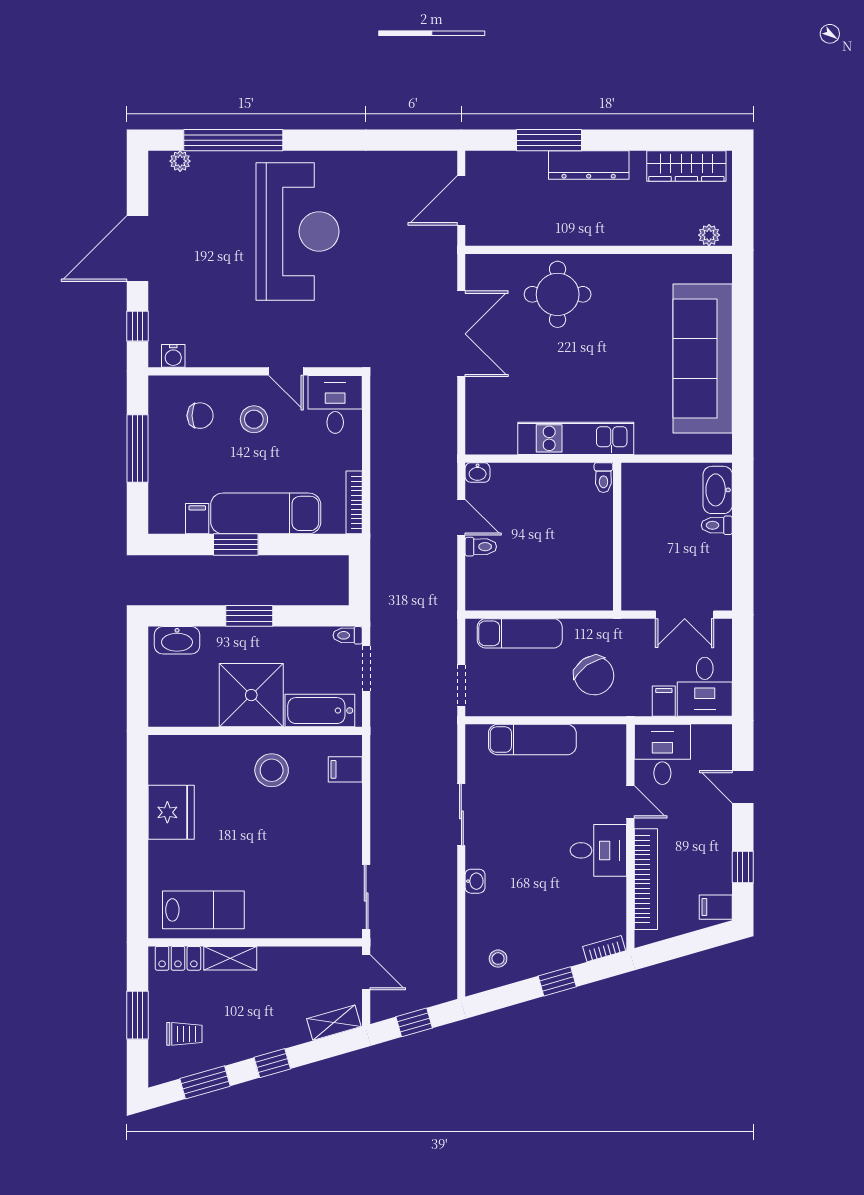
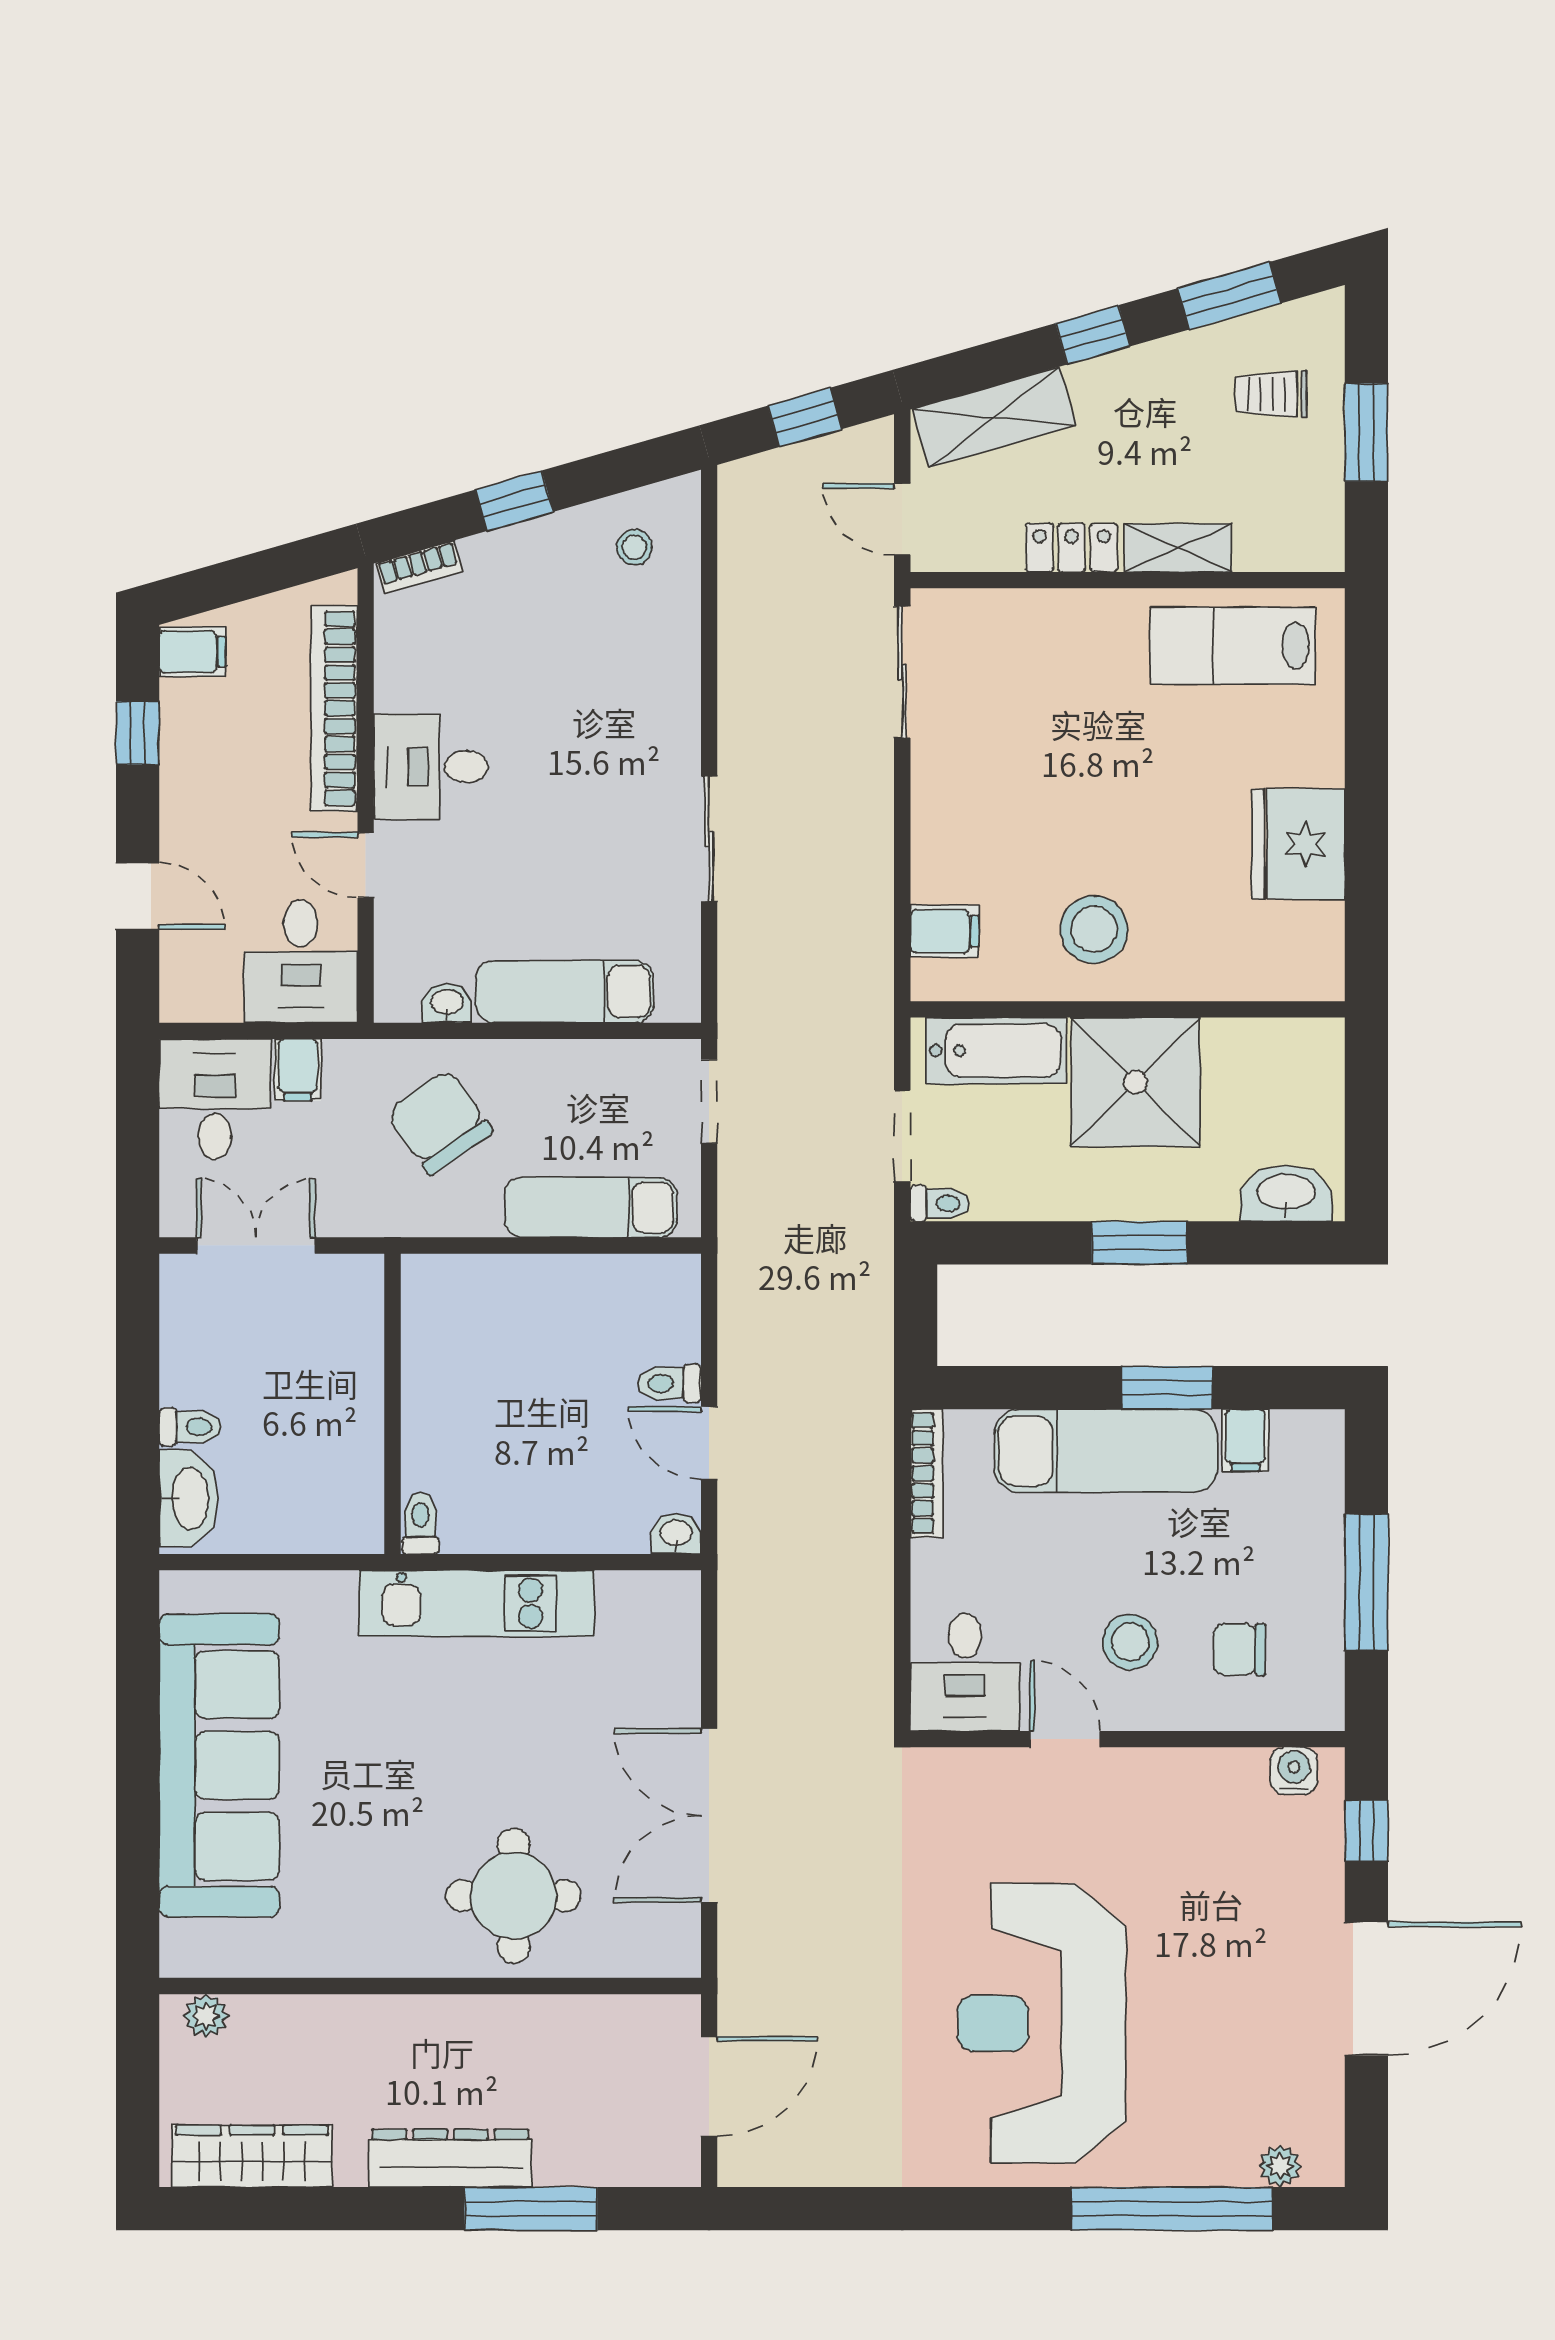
washbasin: (475, 881) -> (447, 1003), moved, turned 90
locker: (178, 958) -> (1072, 548), moved
shelving: (334, 1023) -> (994, 417), width x1.50, depth x1.33

